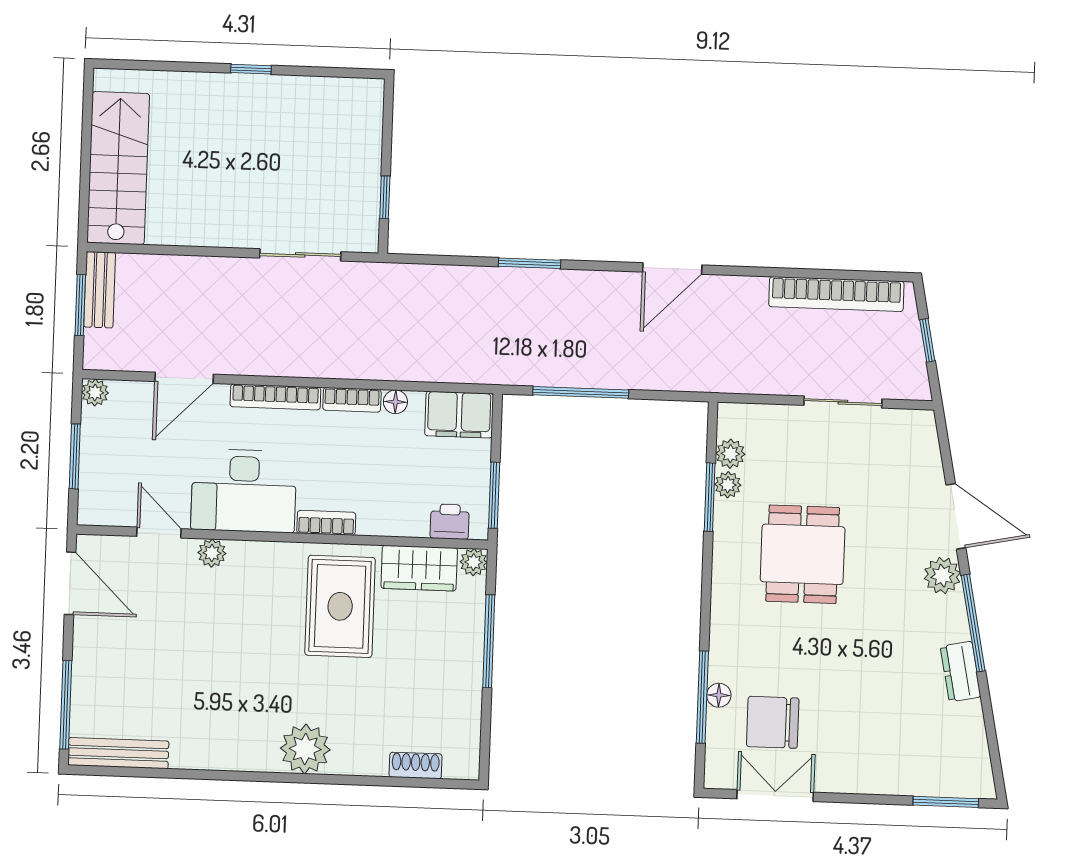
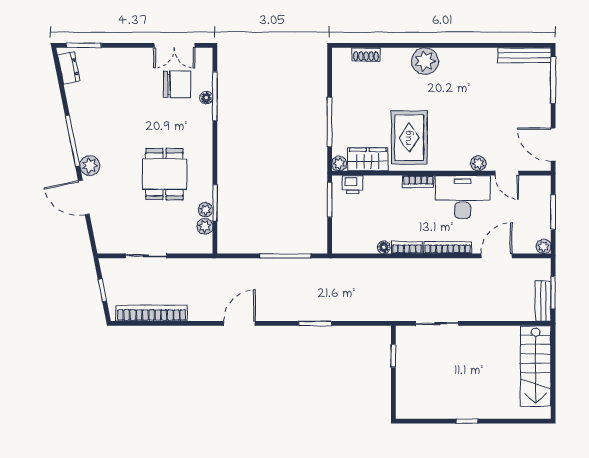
filing cabinet: (459, 415) -> (350, 242), removed
dresser: (961, 672) -> (69, 68), moved

